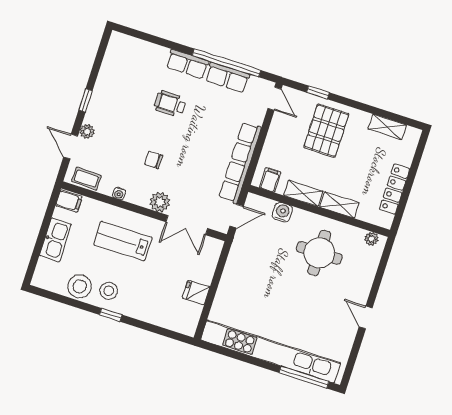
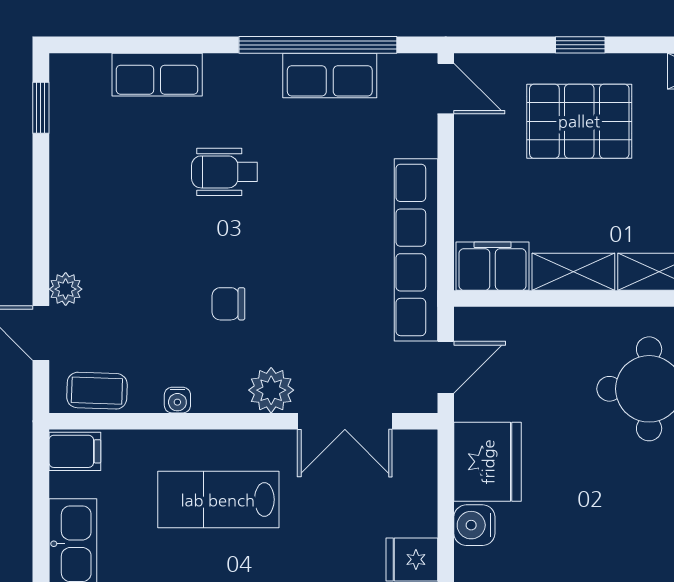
row of seats: (187, 64) -> (157, 75), moved
window: (318, 92) -> (580, 45), moved
window: (86, 100) -> (41, 108), moved
pallet: (326, 131) -> (579, 121), turned 90
filing cabinet: (270, 180) -> (493, 266), width x2.00
water cooler: (282, 212) -> (474, 525), moved, turned -90
fridge: (241, 262) -> (488, 462), added

